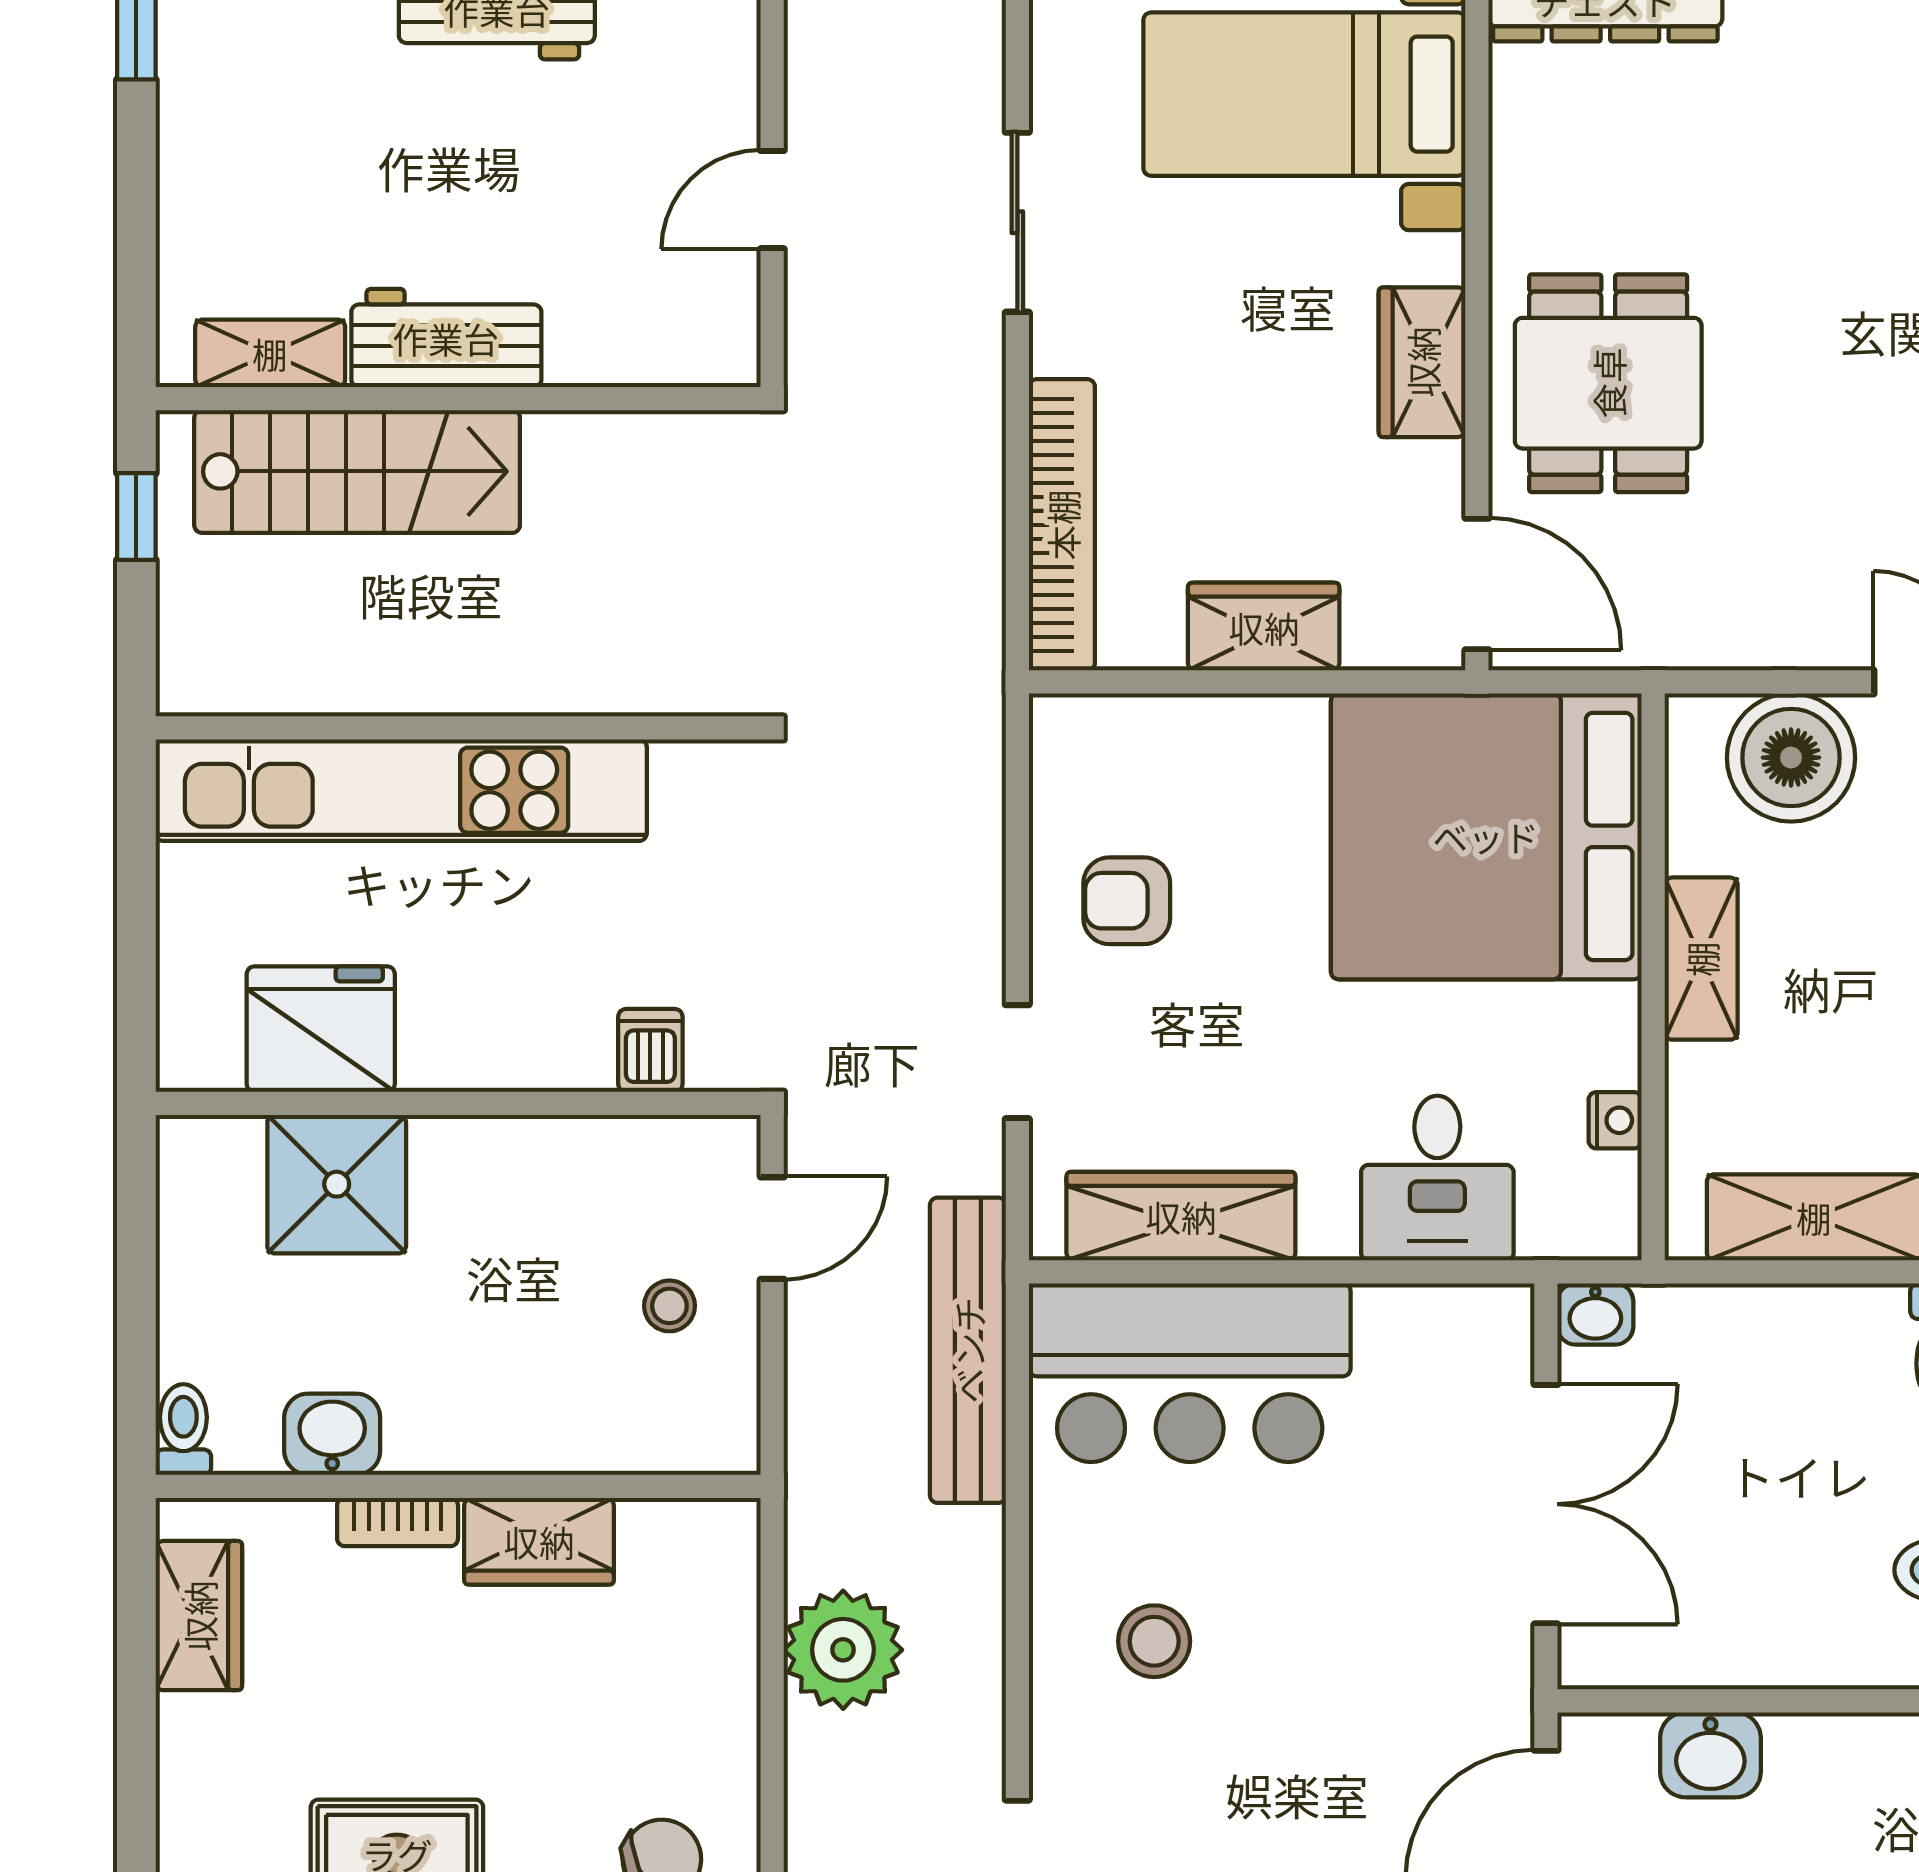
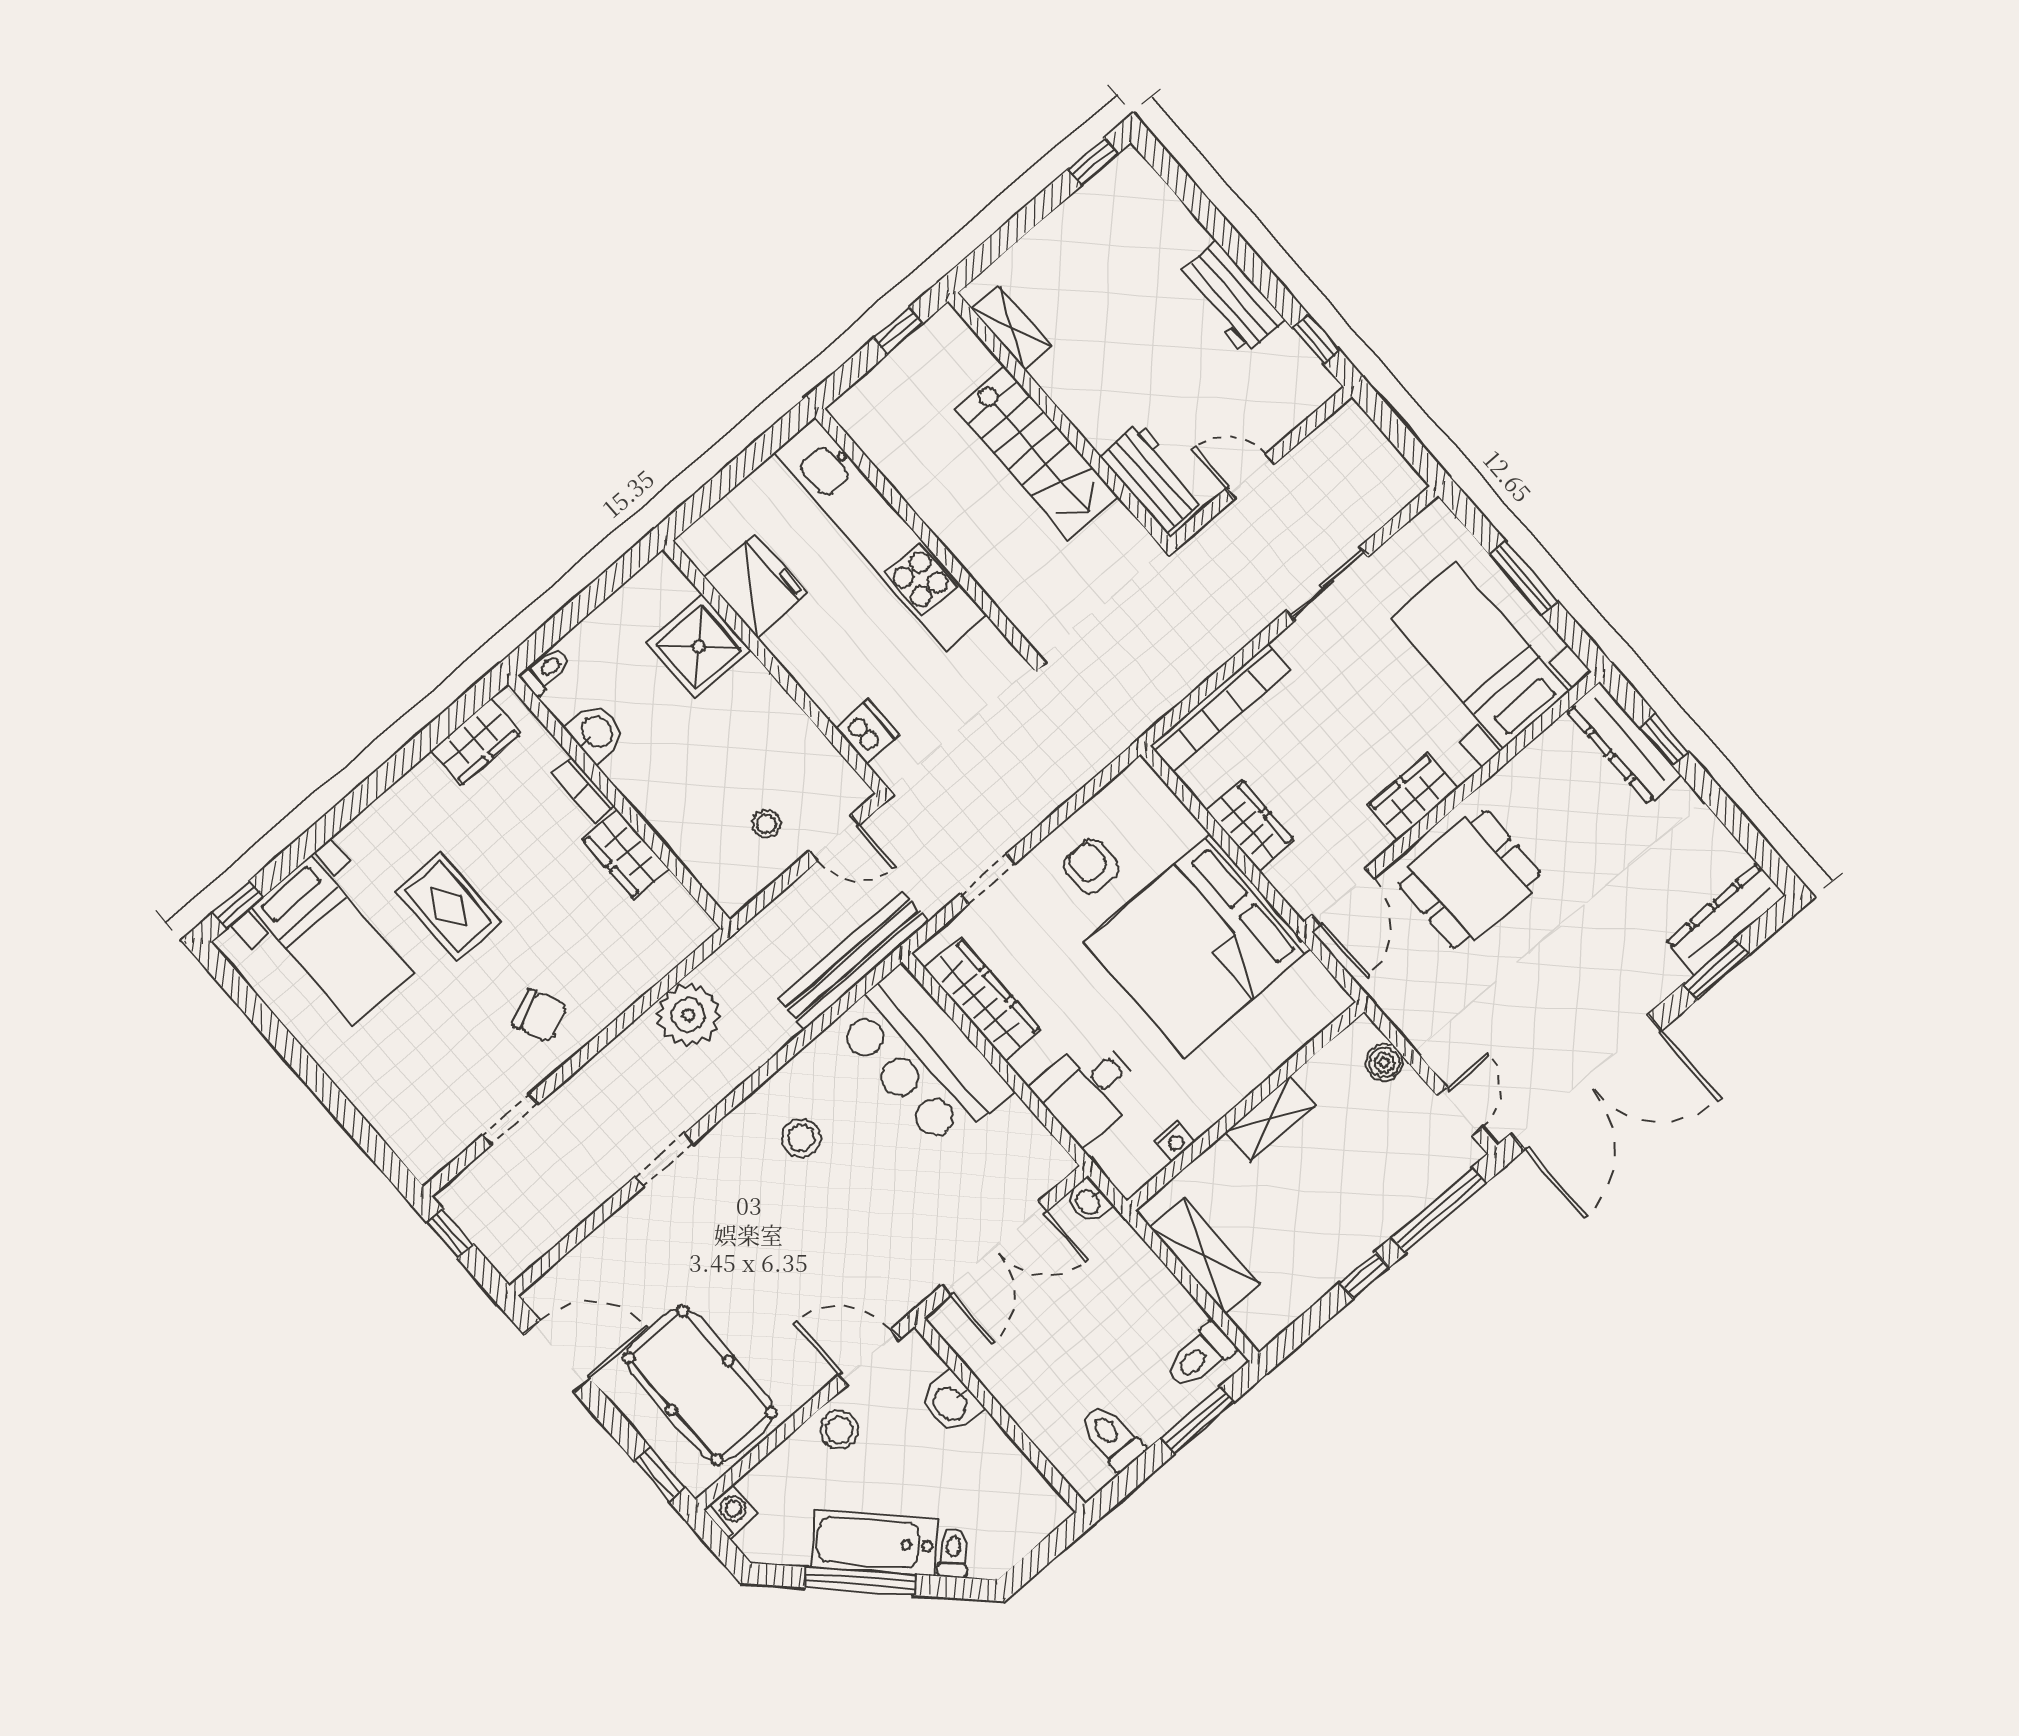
workbench: (446, 338) -> (1153, 478), moved
stairs: (357, 471) -> (1036, 452), moved
boiler: (1791, 758) -> (1384, 1062), width x0.54, depth x0.54
bed: (1486, 836) -> (1197, 946), moved, turned -90
dishwasher: (650, 1050) -> (867, 731), width x1.38

